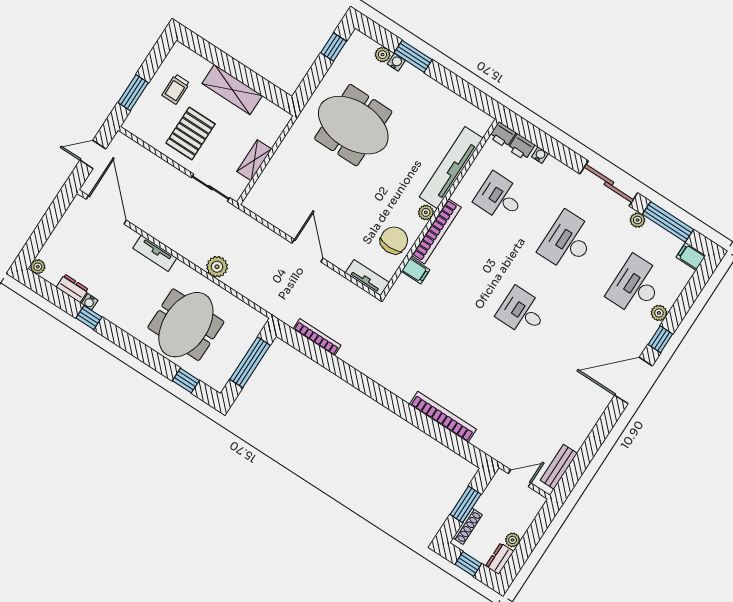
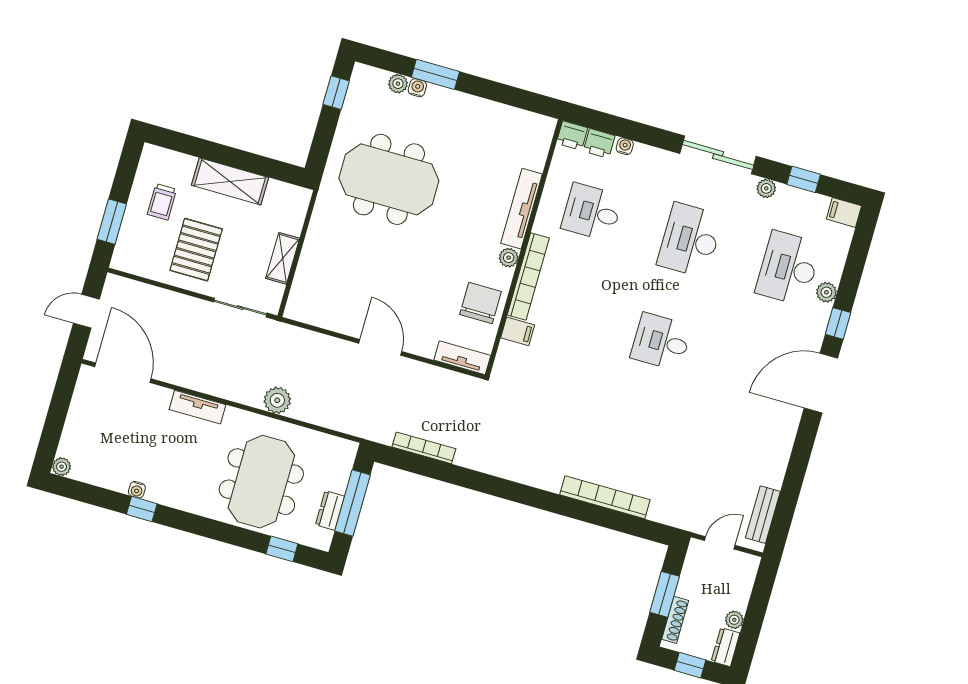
tv unit: (451, 168) -> (522, 209), width x0.73, depth x0.78
window: (668, 222) -> (804, 179), width x0.46
dresser: (72, 288) -> (330, 511), moved, turned -90

